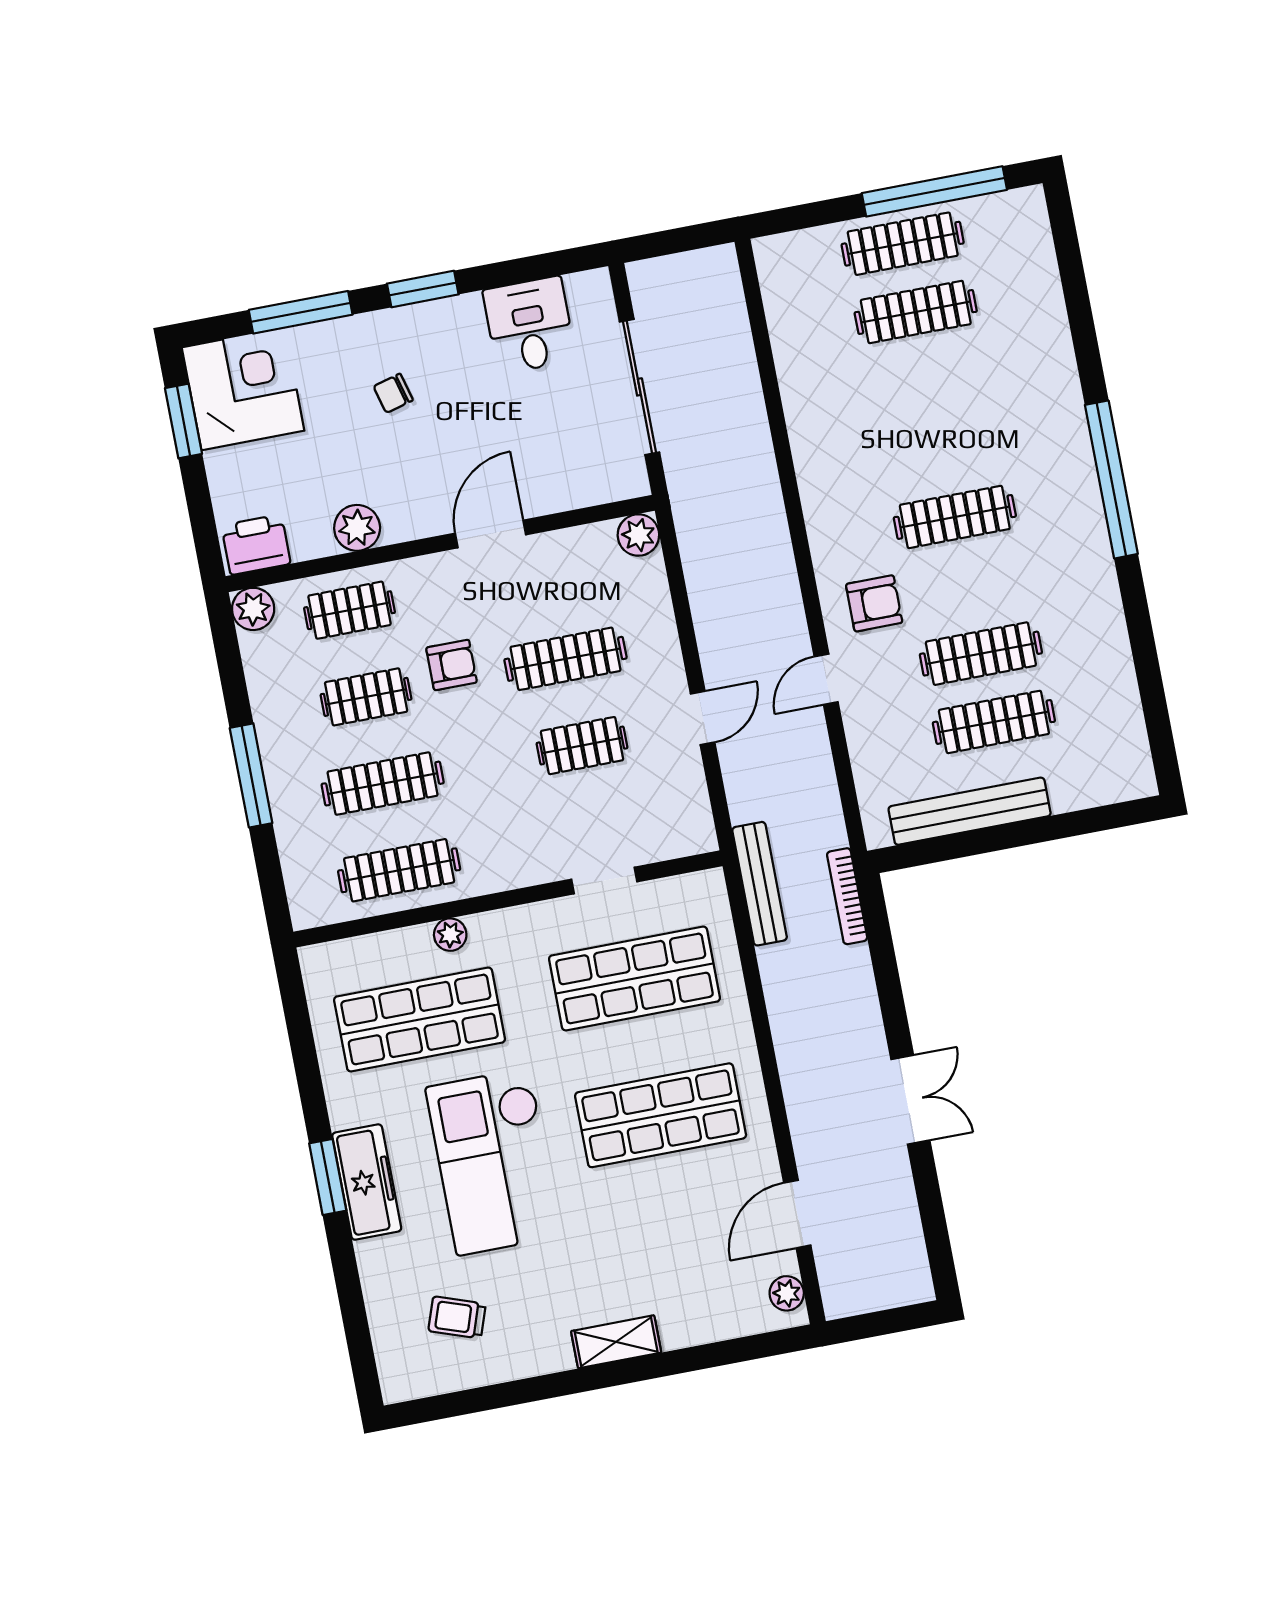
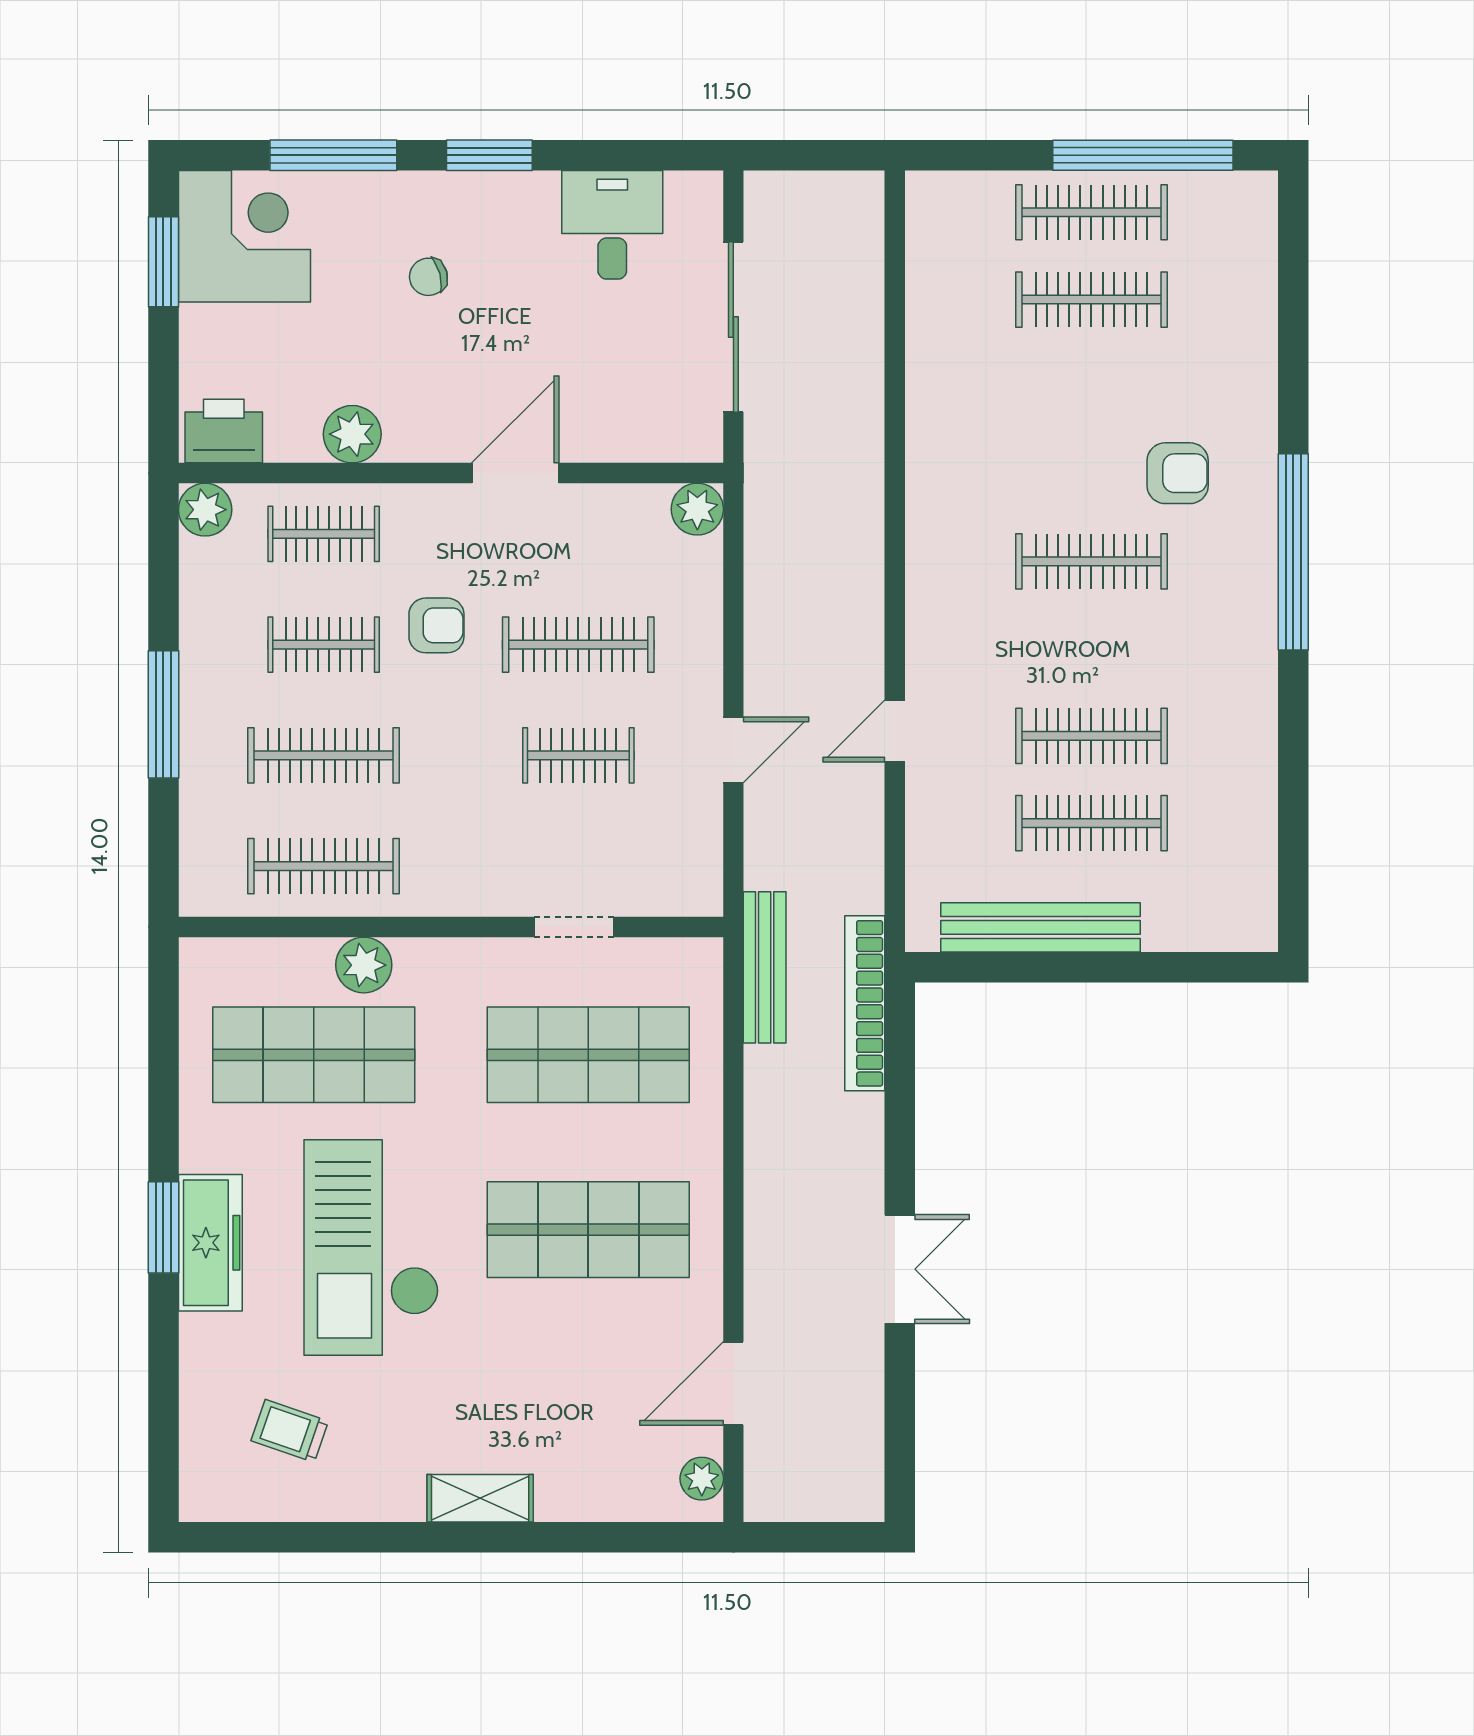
armchair: (874, 603) -> (1178, 473), moved
bookcase: (847, 896) -> (865, 1003), width x1.48, depth x1.31
plant: (450, 935) -> (364, 965), width x1.38, depth x1.38

